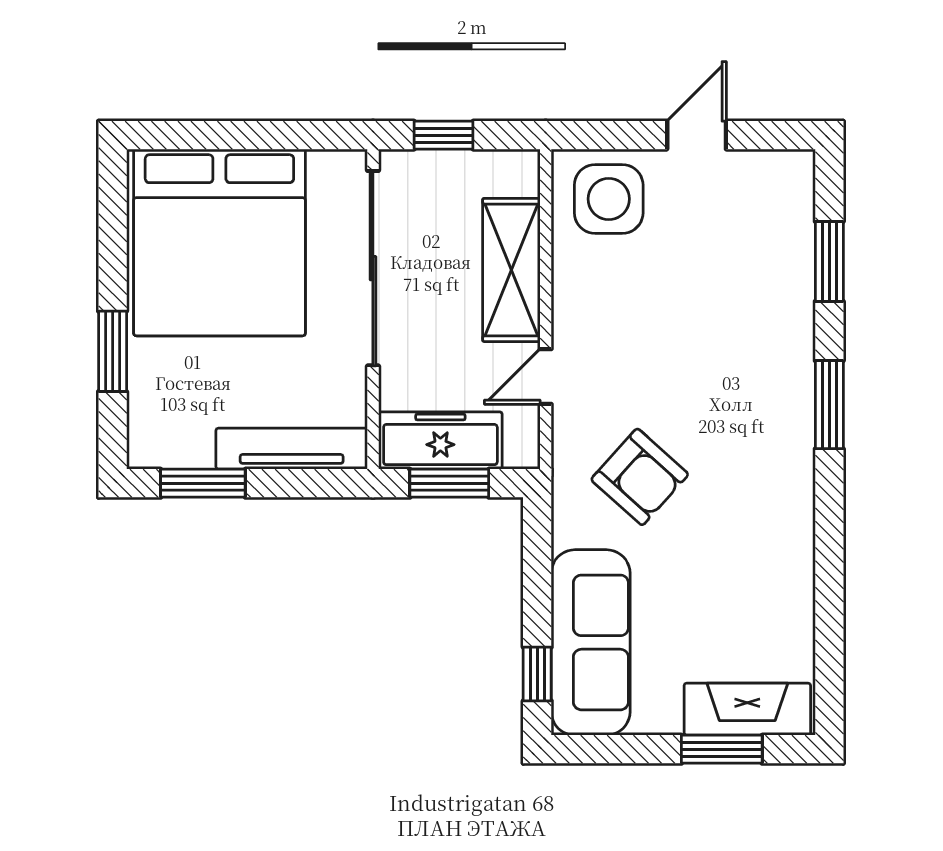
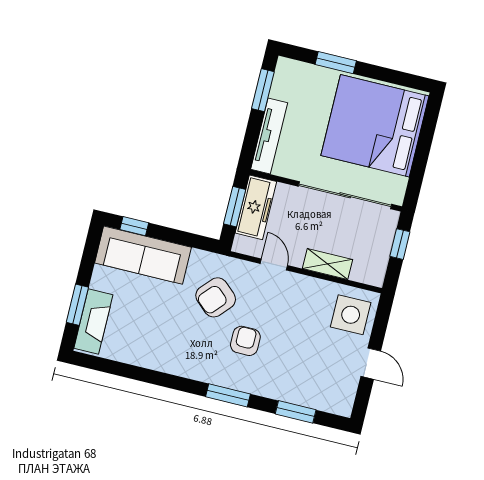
shelving: (511, 270) -> (327, 264), width x0.67, depth x0.75
armchair: (712, 396) -> (245, 341), added

